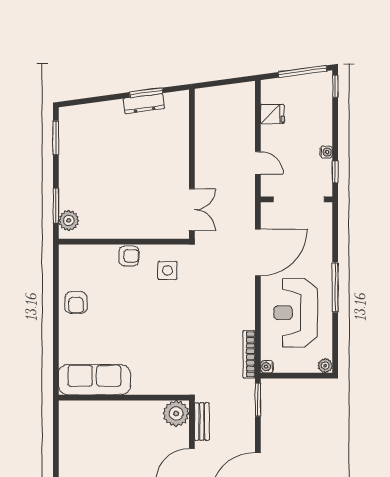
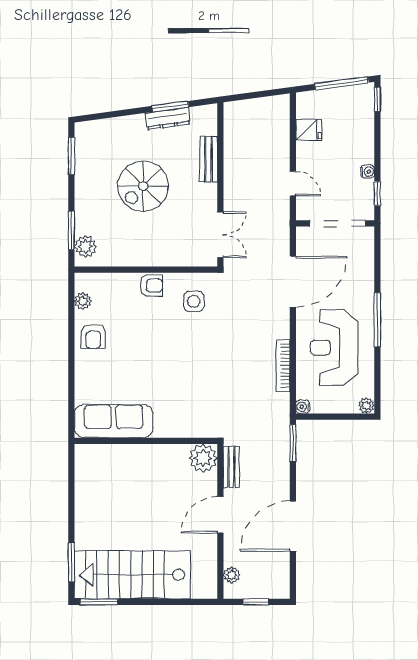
bench: (181, 141) -> (209, 159), added
spiral stairs: (121, 165) -> (143, 186), added
plant: (66, 270) -> (83, 301), added
bookcase: (249, 354) -> (283, 366), moved

